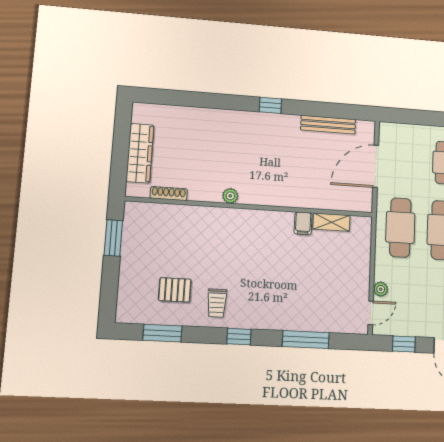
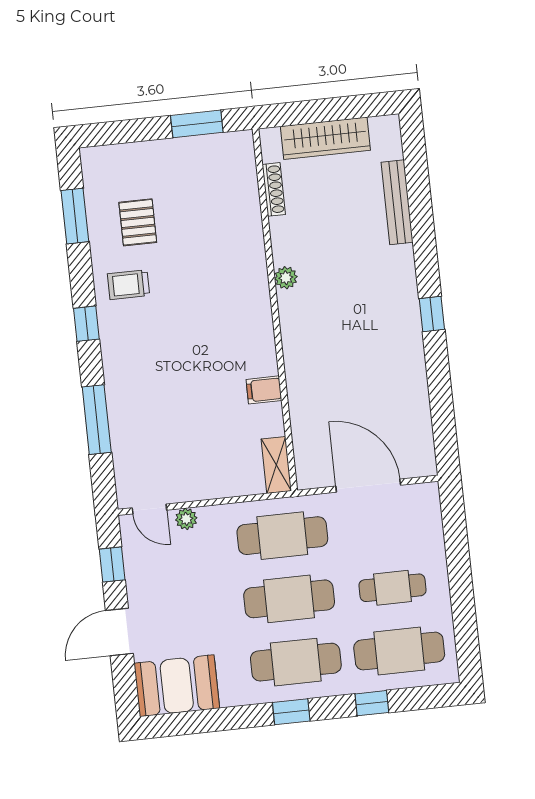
bench: (328, 125) -> (397, 202), moved
shelving: (331, 222) -> (276, 465), moved

